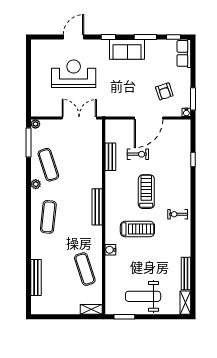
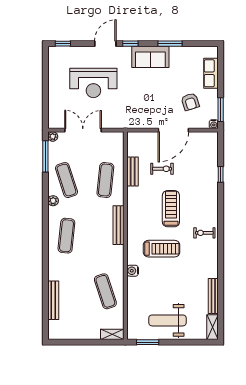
door: (74, 37) -> (105, 44), moved
window: (173, 37) -> (63, 44), moved
row of seats: (184, 53) -> (211, 73), moved
reception desk: (74, 74) -> (93, 83), turned 180
double door: (79, 118) -> (83, 130), moved
exercise mat: (85, 165) -> (105, 180), added

